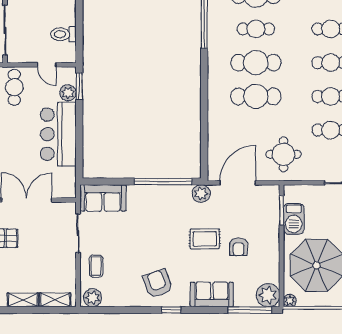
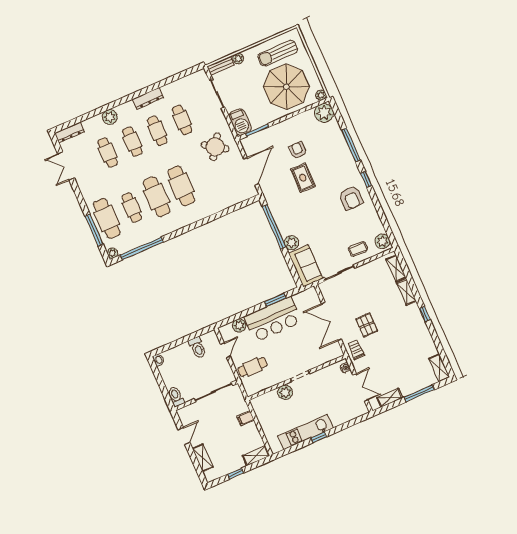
window: (79, 86) -> (275, 300), moved
round table: (283, 154) -> (215, 147), turned 34
door: (238, 183) -> (251, 171), swing flipped
plant: (201, 194) -> (292, 243), moved
barbecue: (294, 219) -> (240, 122), moved, turned 90
armchair: (238, 247) -> (298, 150), turned -90
armchair: (158, 284) -> (351, 198), turned -70
sofa: (212, 294) -> (342, 154), removed
window: (250, 310) -> (351, 145), moved

